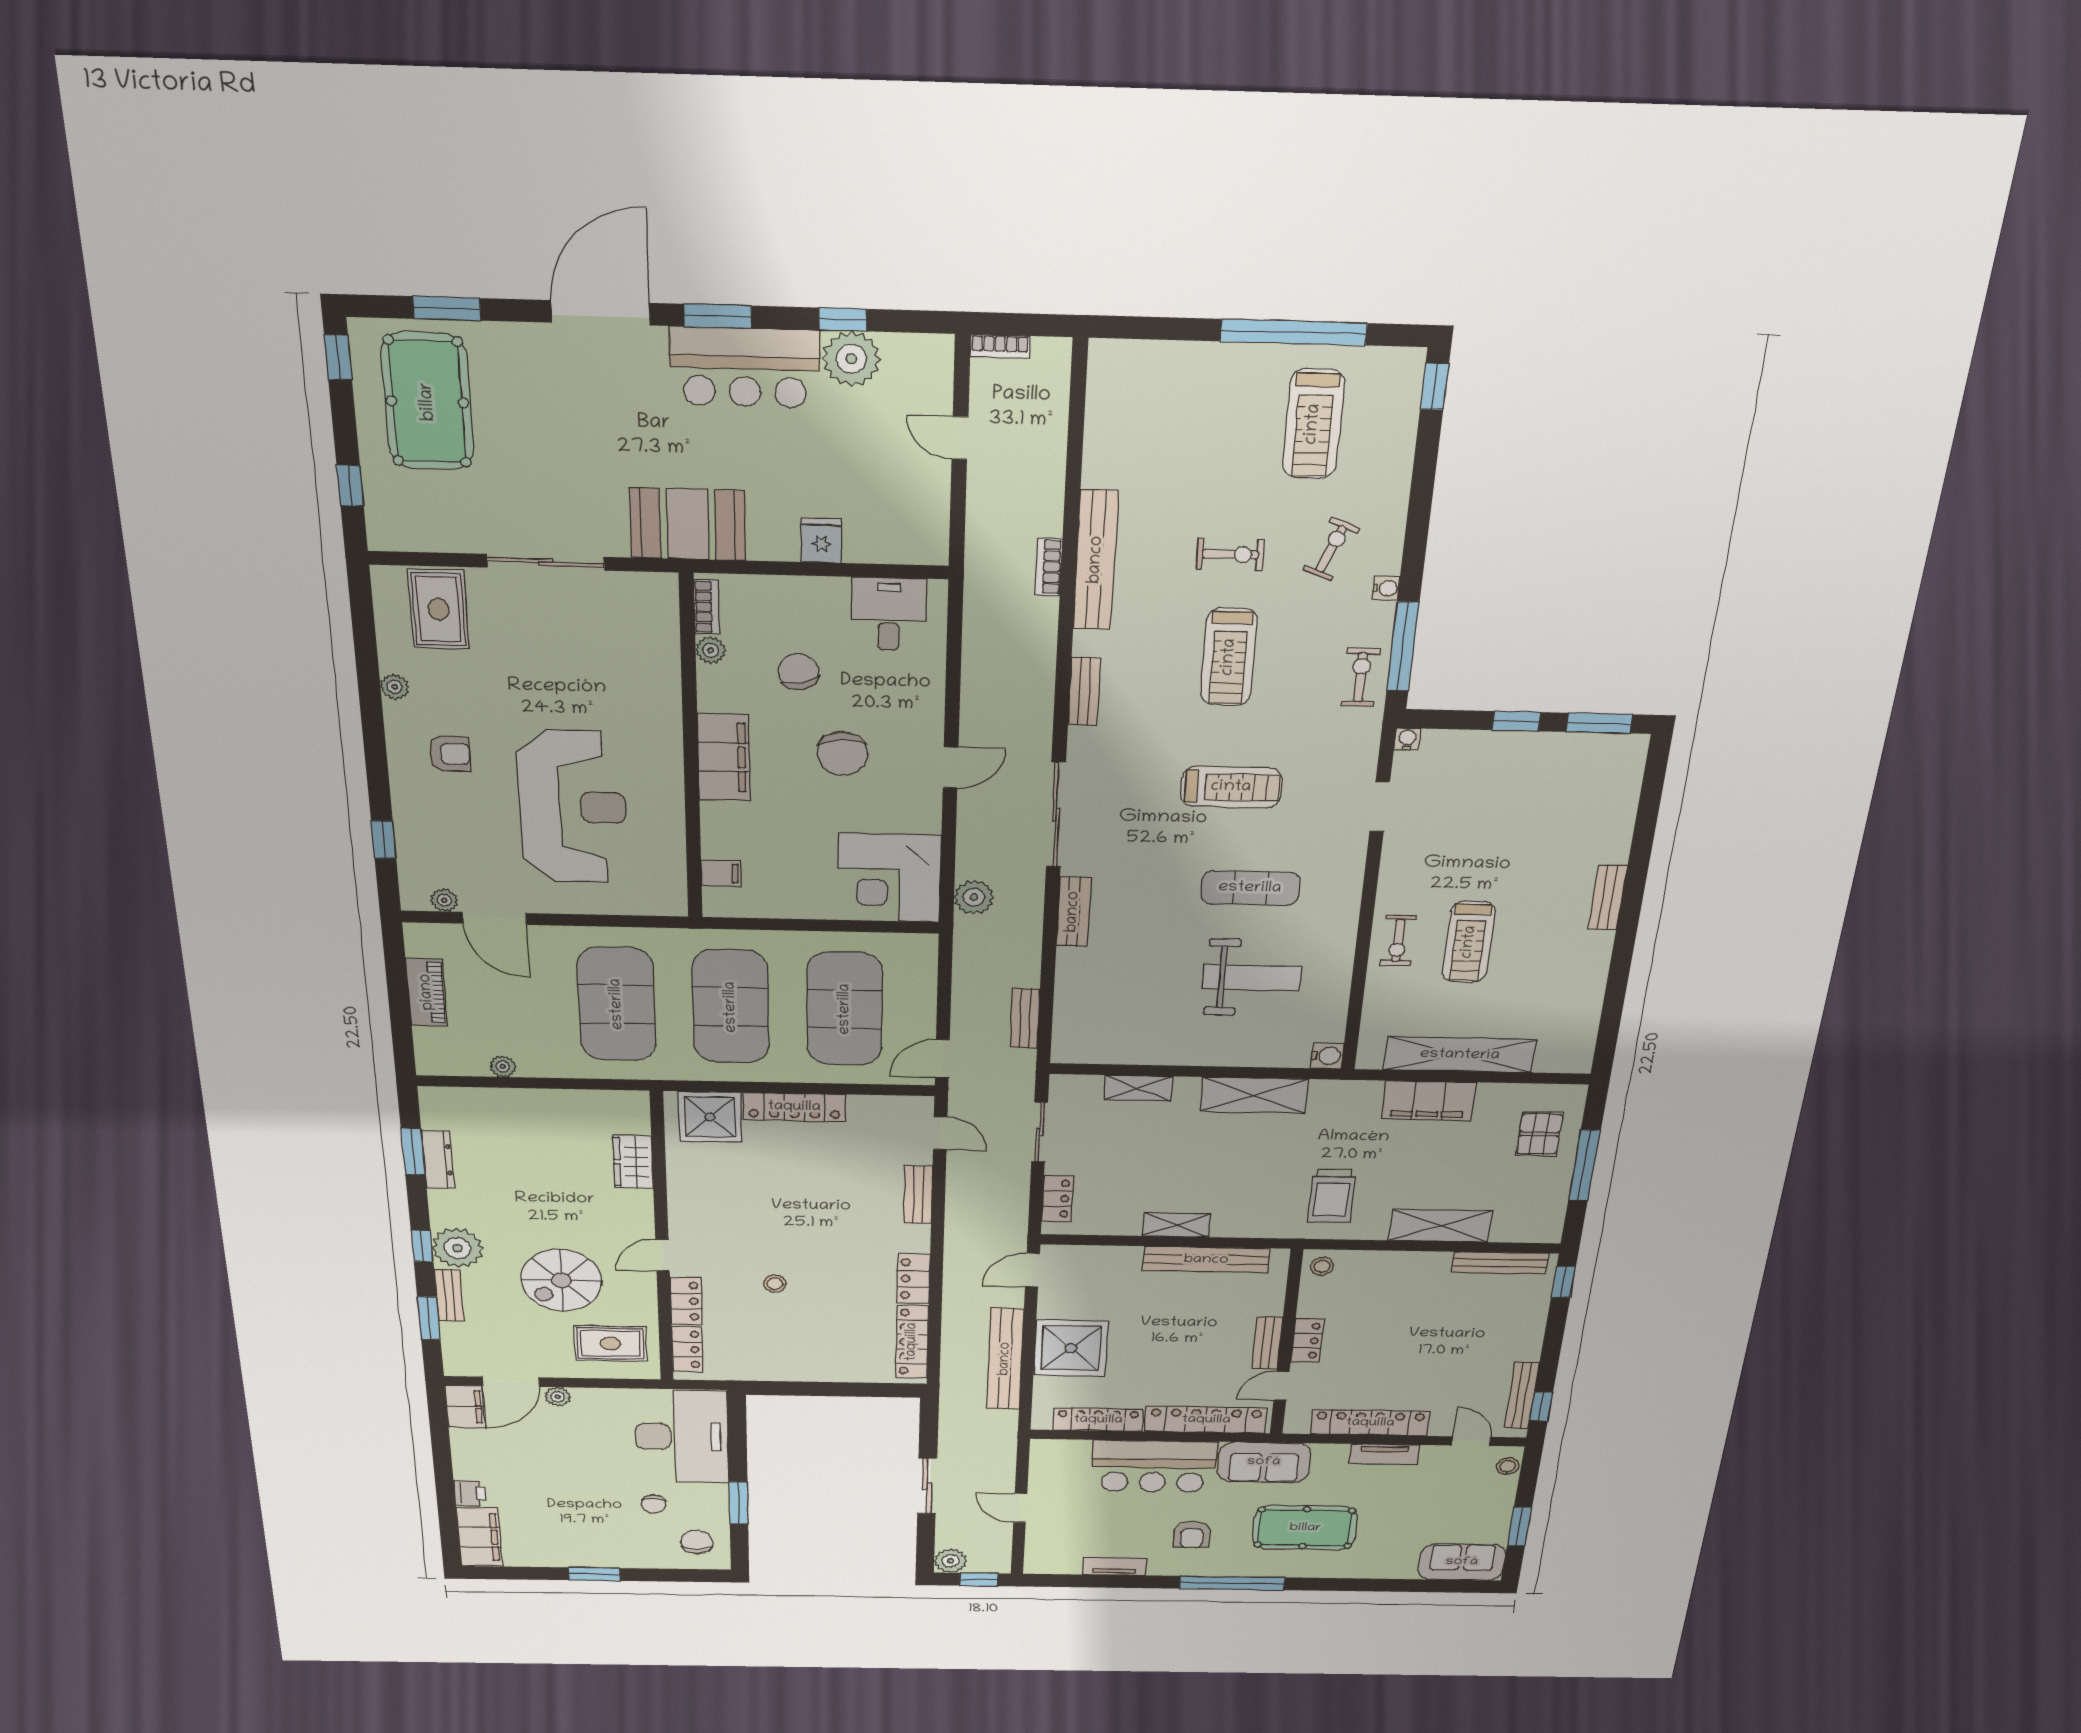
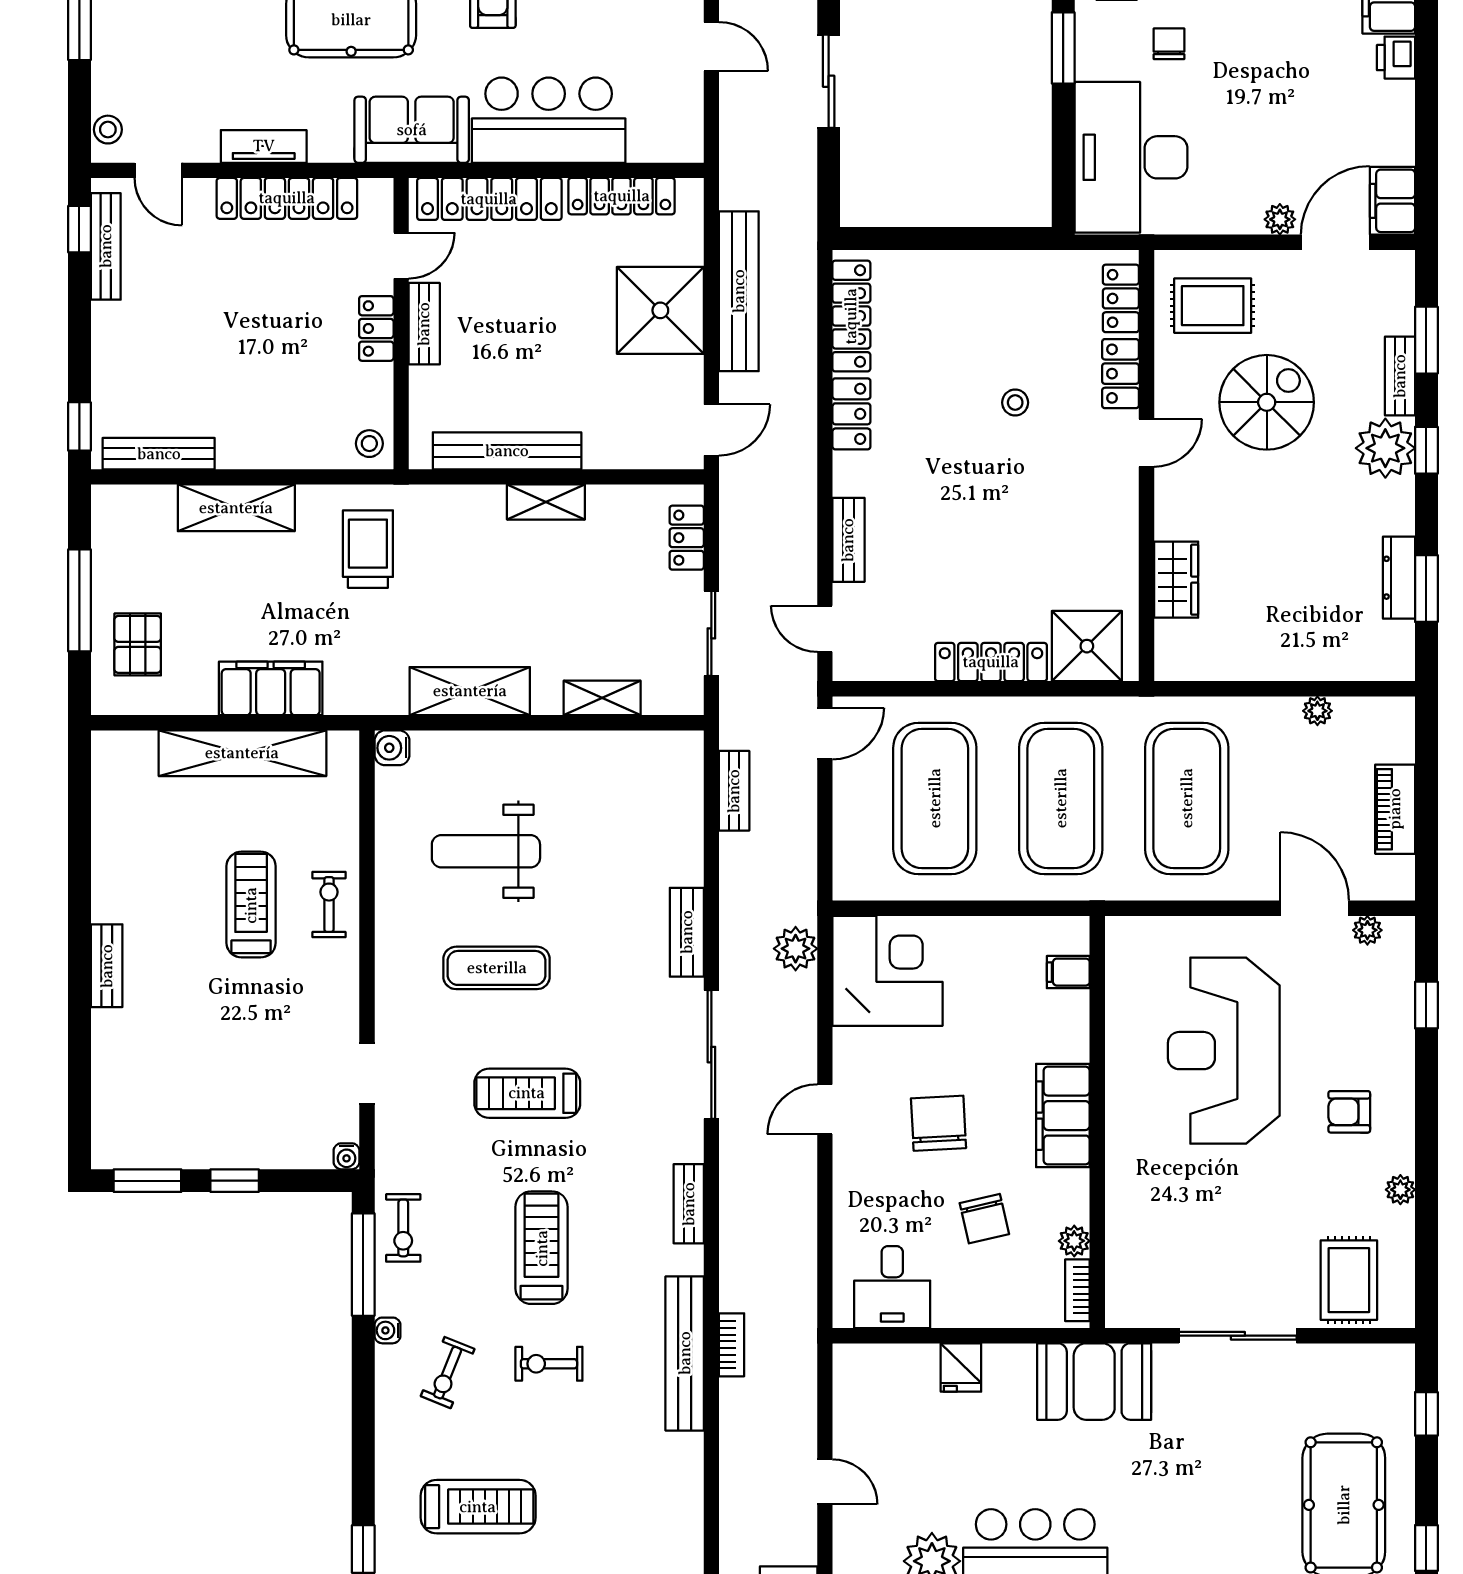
treadmill: (1313, 424) -> (478, 1507), turned 90

